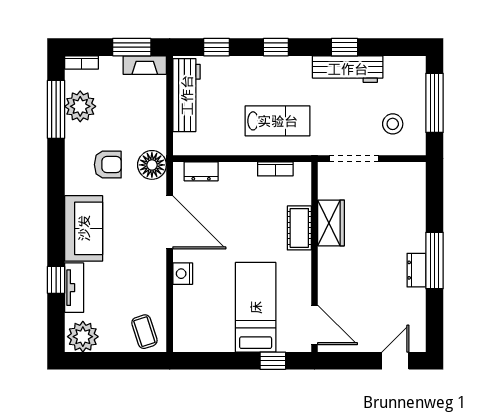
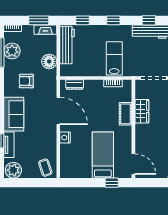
lab bench: (278, 121) -> (114, 58), turned -90
armchair: (108, 165) -> (26, 81), turned 180
floor lamp: (152, 165) -> (49, 61), moved

